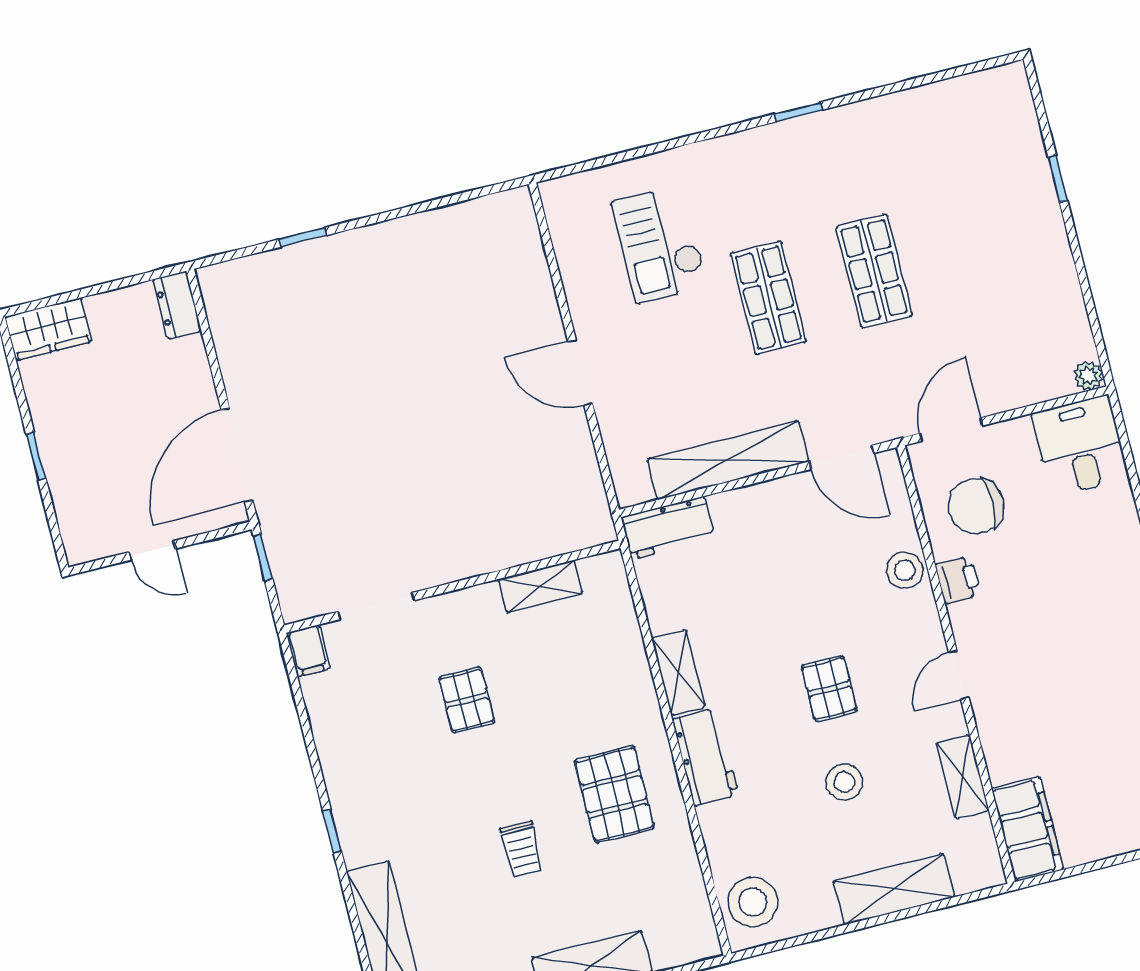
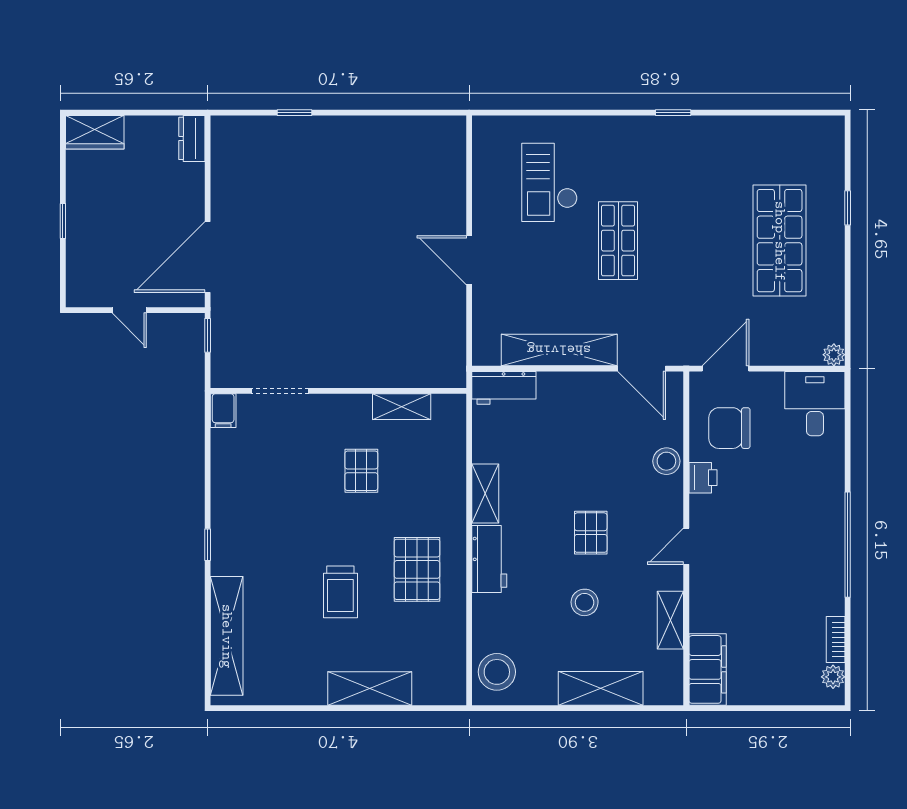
shop shelf: (874, 271) -> (780, 241), moved, width x1.43, depth x1.36
pallet: (467, 700) -> (361, 471), moved
trolley: (522, 849) -> (340, 592), width x1.36, depth x1.39

